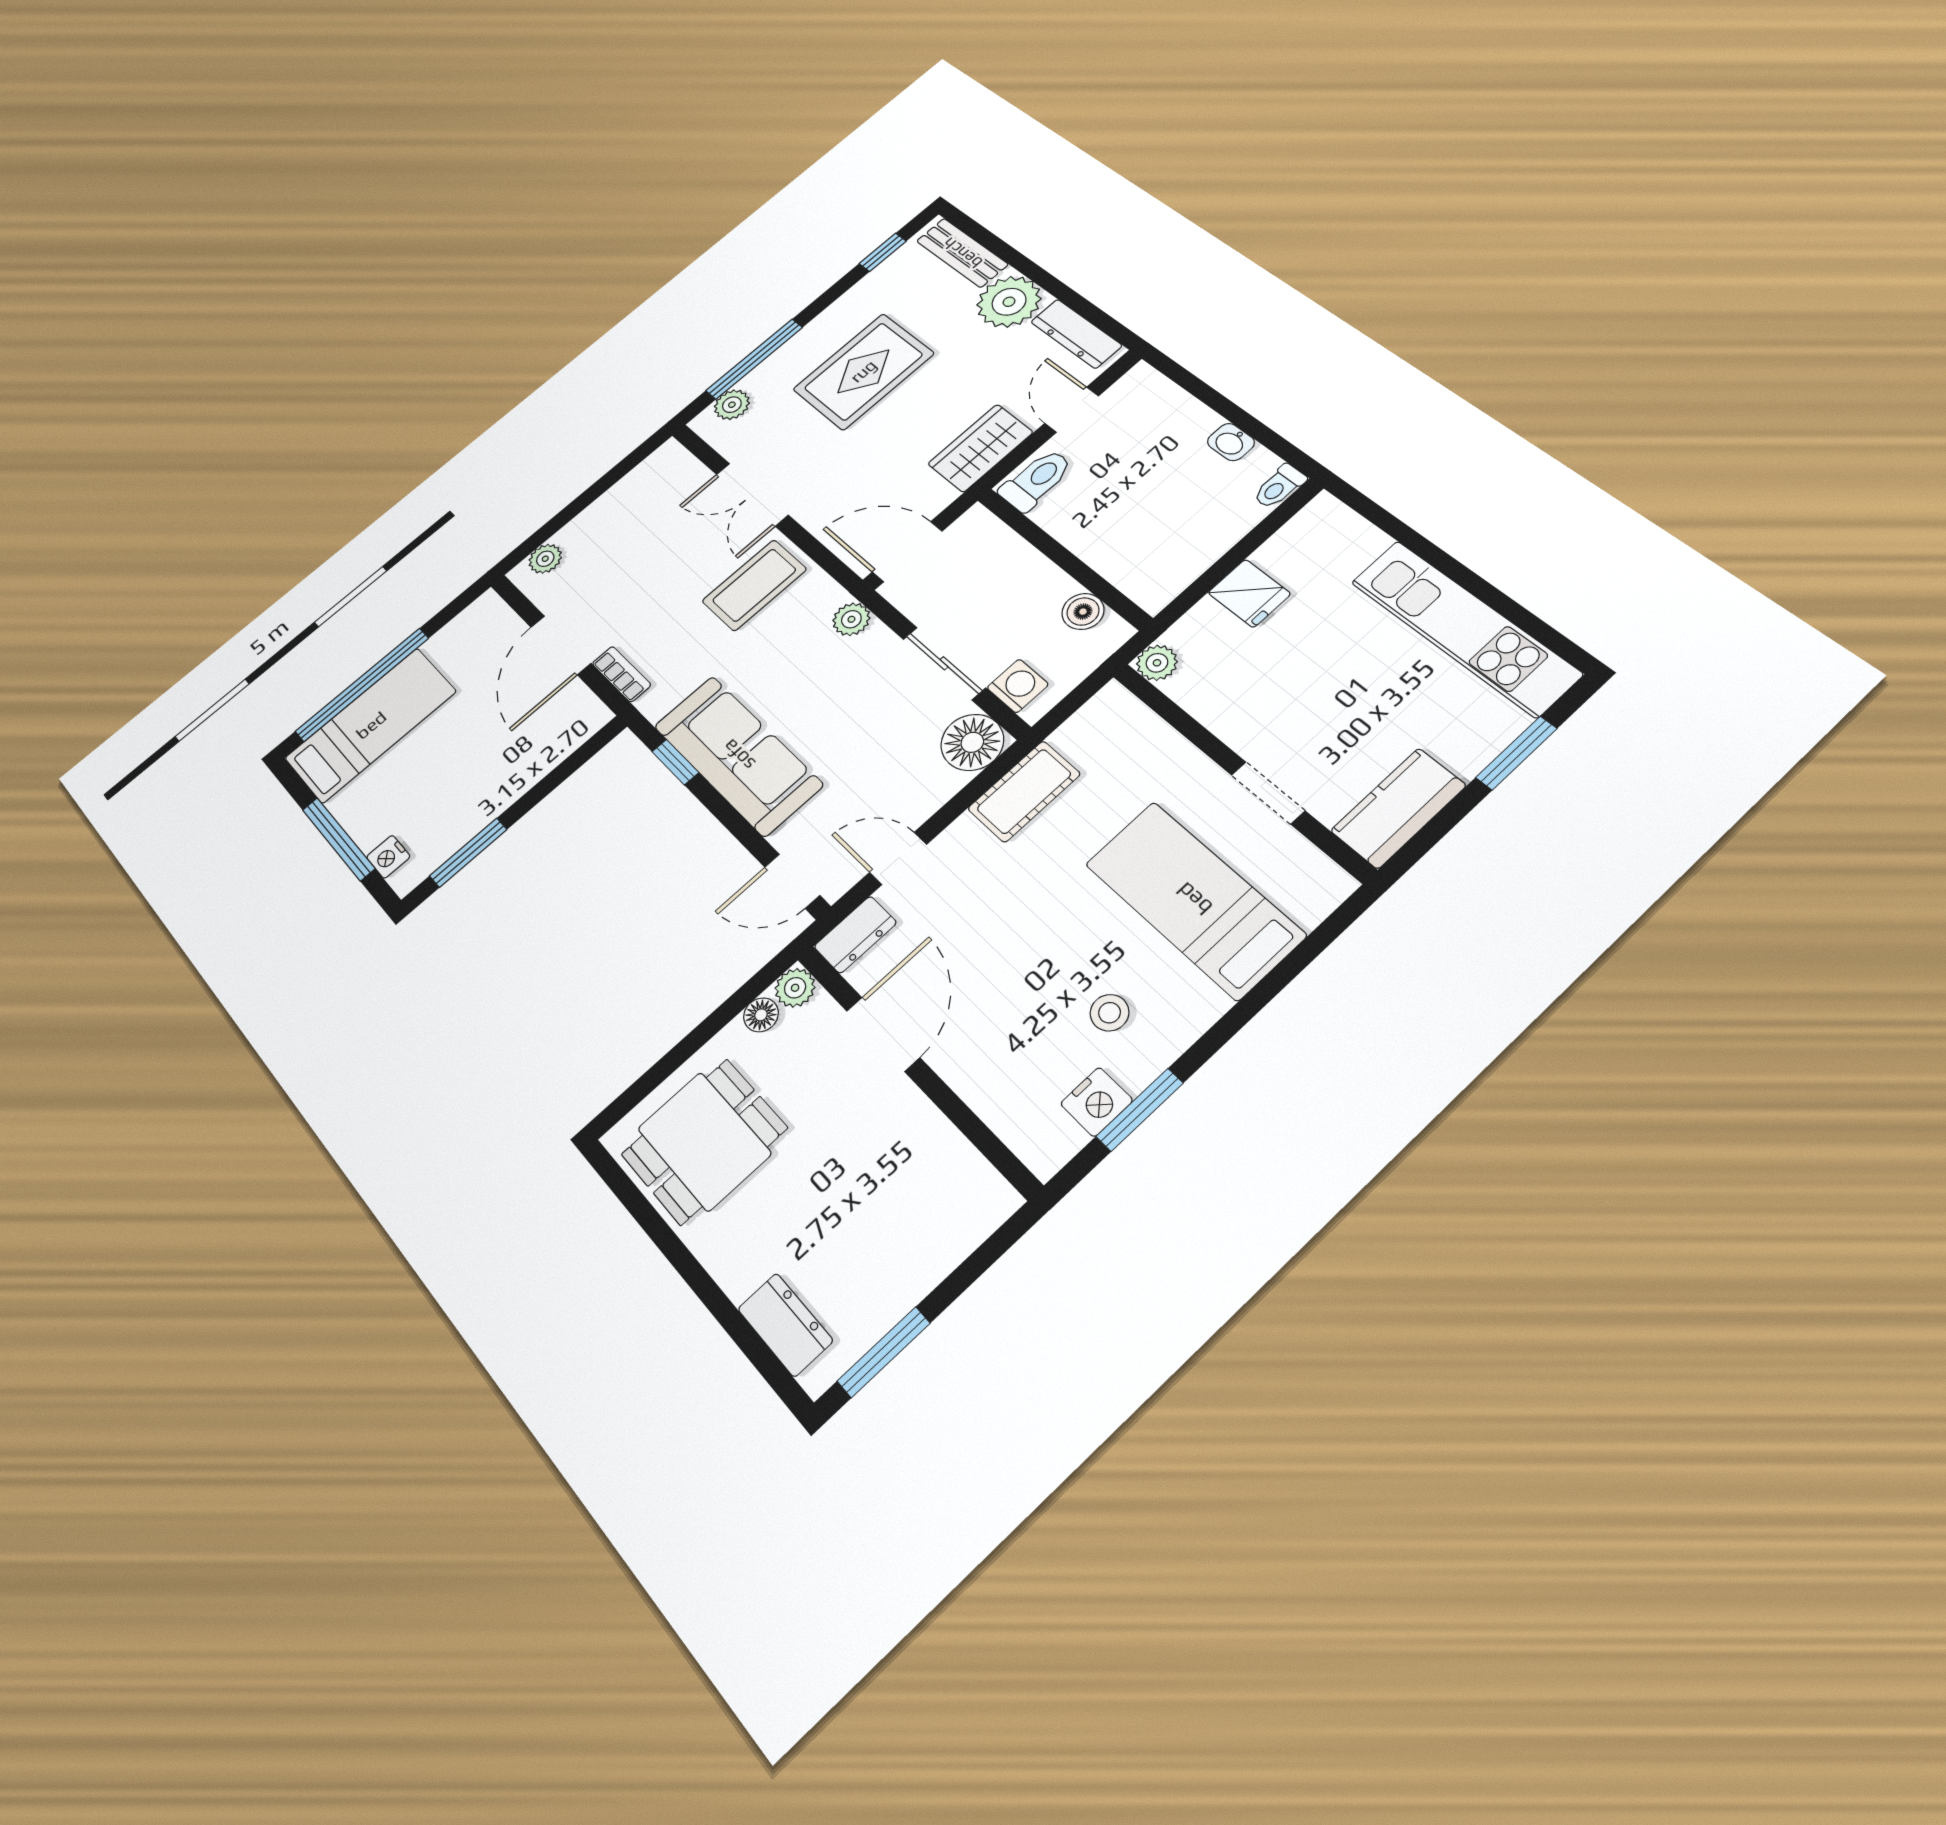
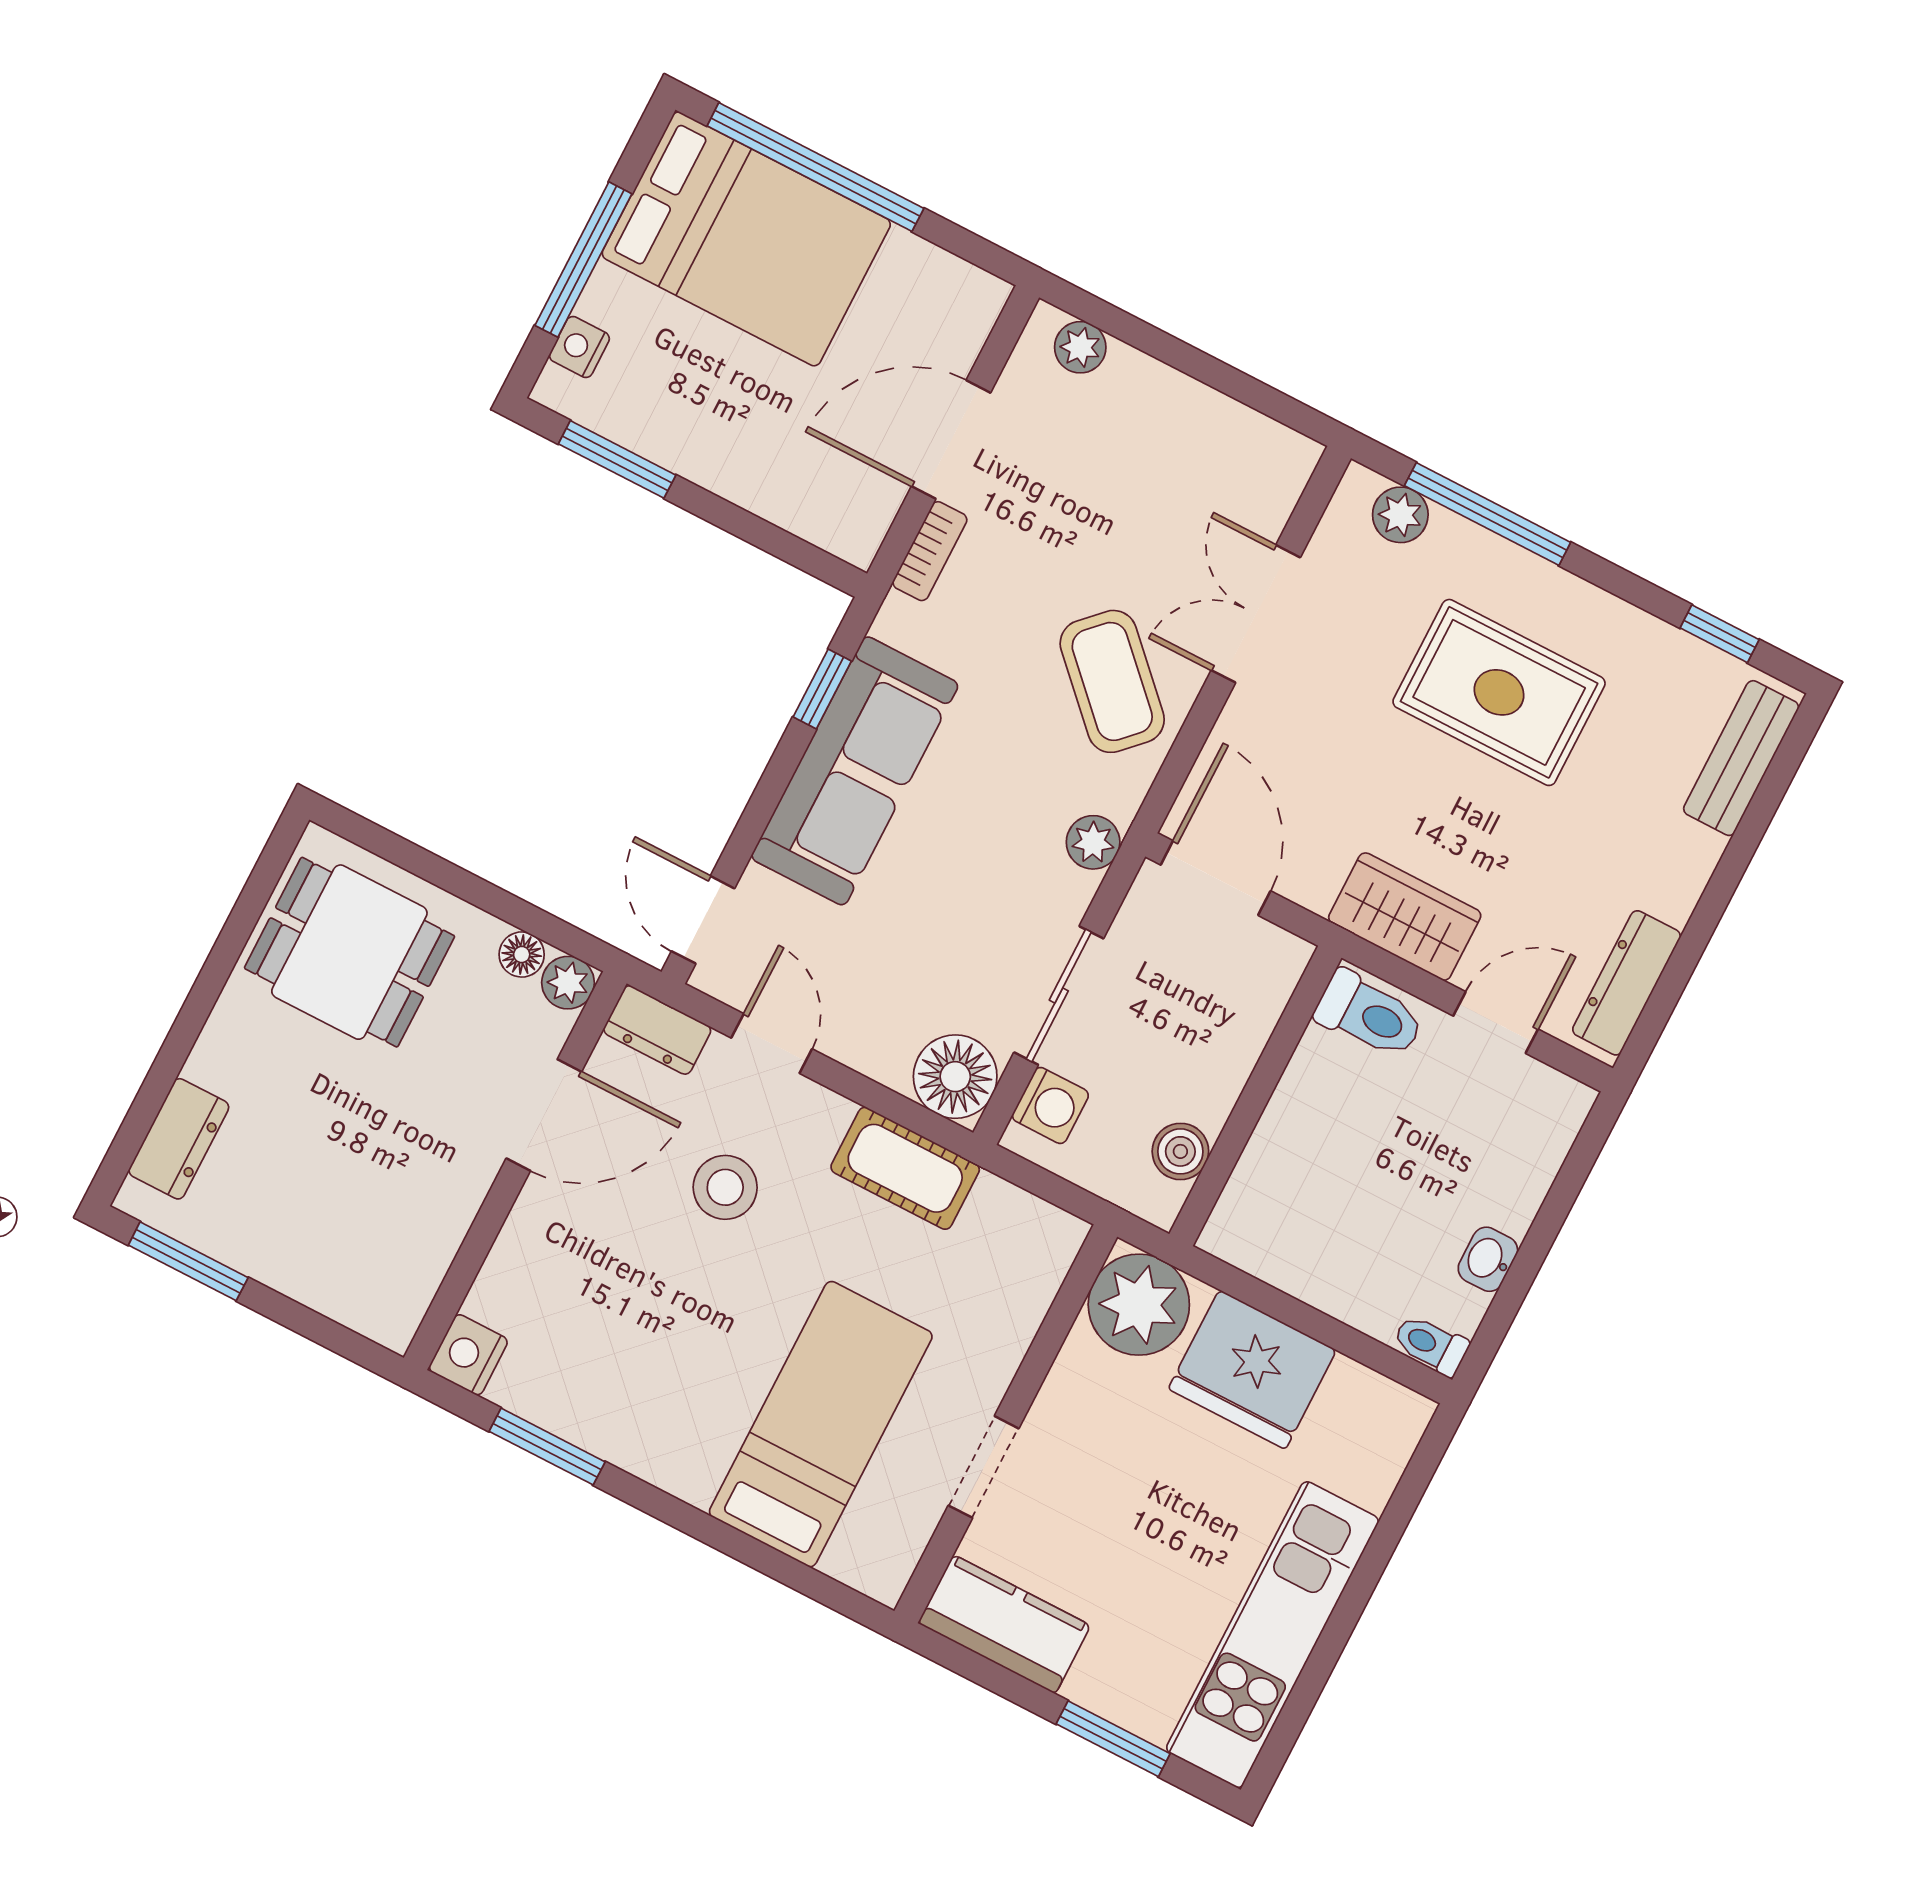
plant: (1009, 302) -> (1664, 863), removed
coffee table: (754, 585) -> (1112, 681), turned 45
fridge: (1249, 593) -> (1252, 1369), width x1.88, depth x1.34
plant: (1157, 663) -> (1139, 1305), width x1.88, depth x1.88
bed: (371, 725) -> (746, 239), width x1.50
stool: (1110, 1013) -> (725, 1187), moved, width x1.37, depth x1.37
nightstand: (1097, 1102) -> (468, 1355), moved, turned 90

